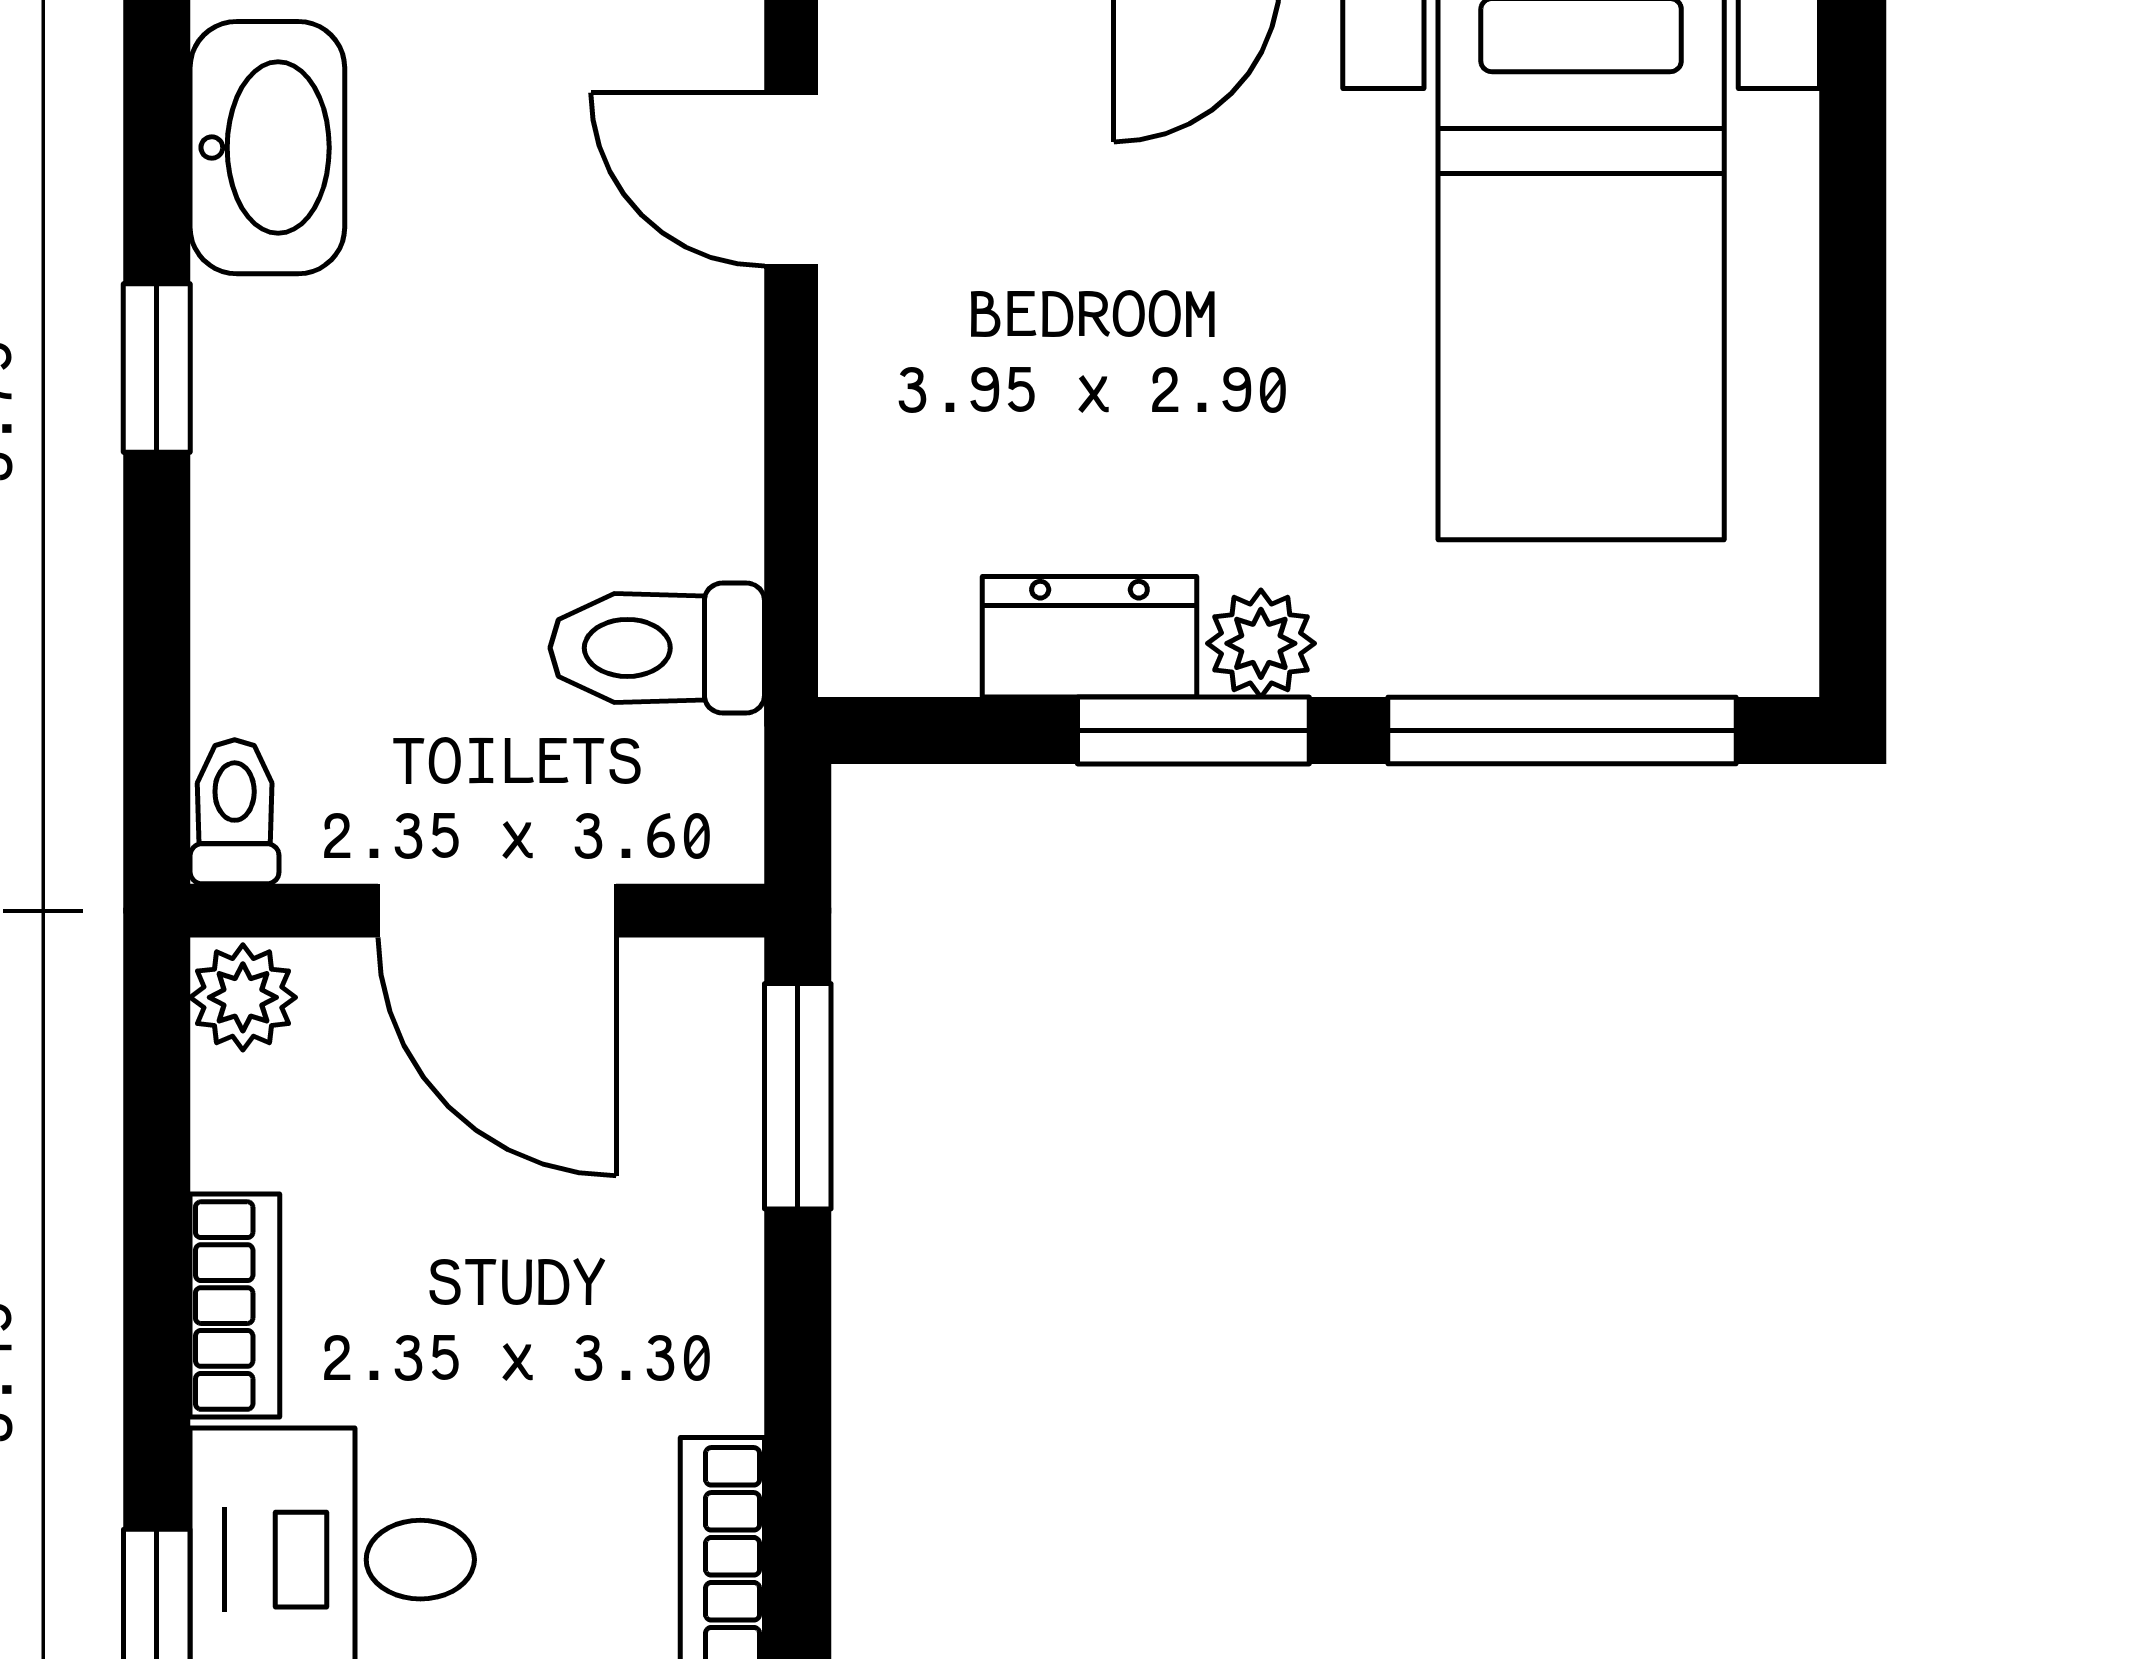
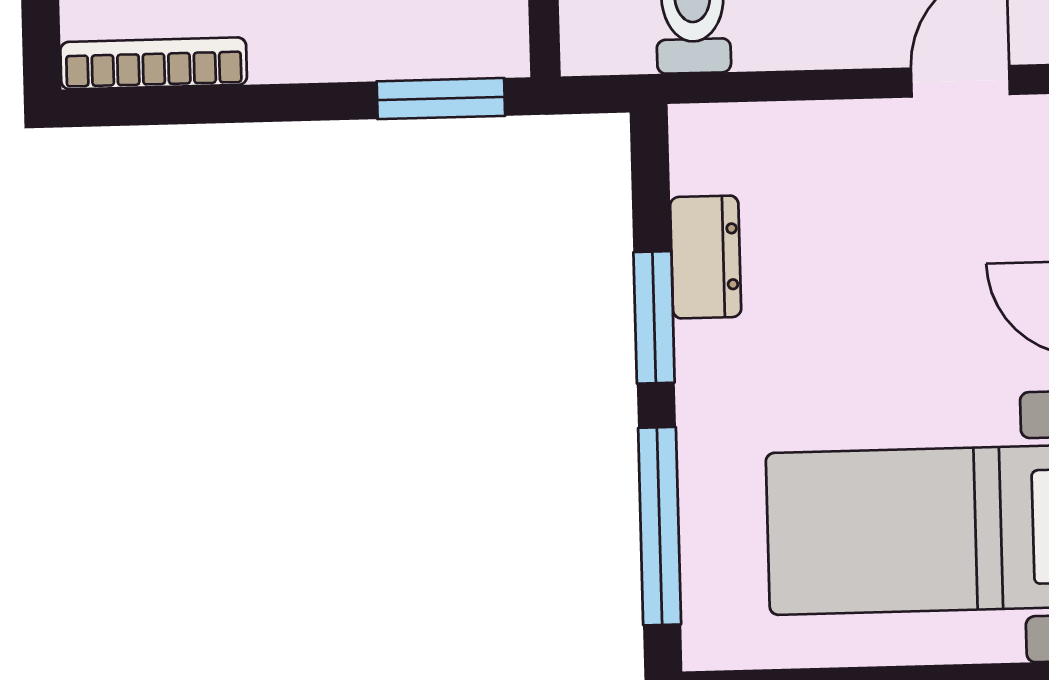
plant: (1261, 643) -> (704, 354), removed

